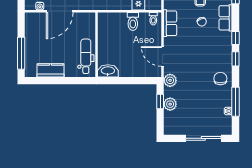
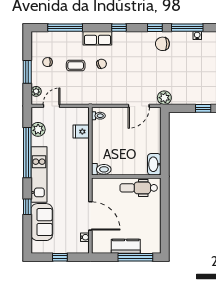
toilet: (133, 21) -> (101, 169), moved
row of seats: (170, 23) -> (103, 98), removed
window: (236, 59) -> (155, 28), moved
kitchen counter: (50, 70) -> (126, 246), moved, turned 90
window: (160, 102) -> (203, 108), moved
plant: (170, 104) -> (190, 98), removed

